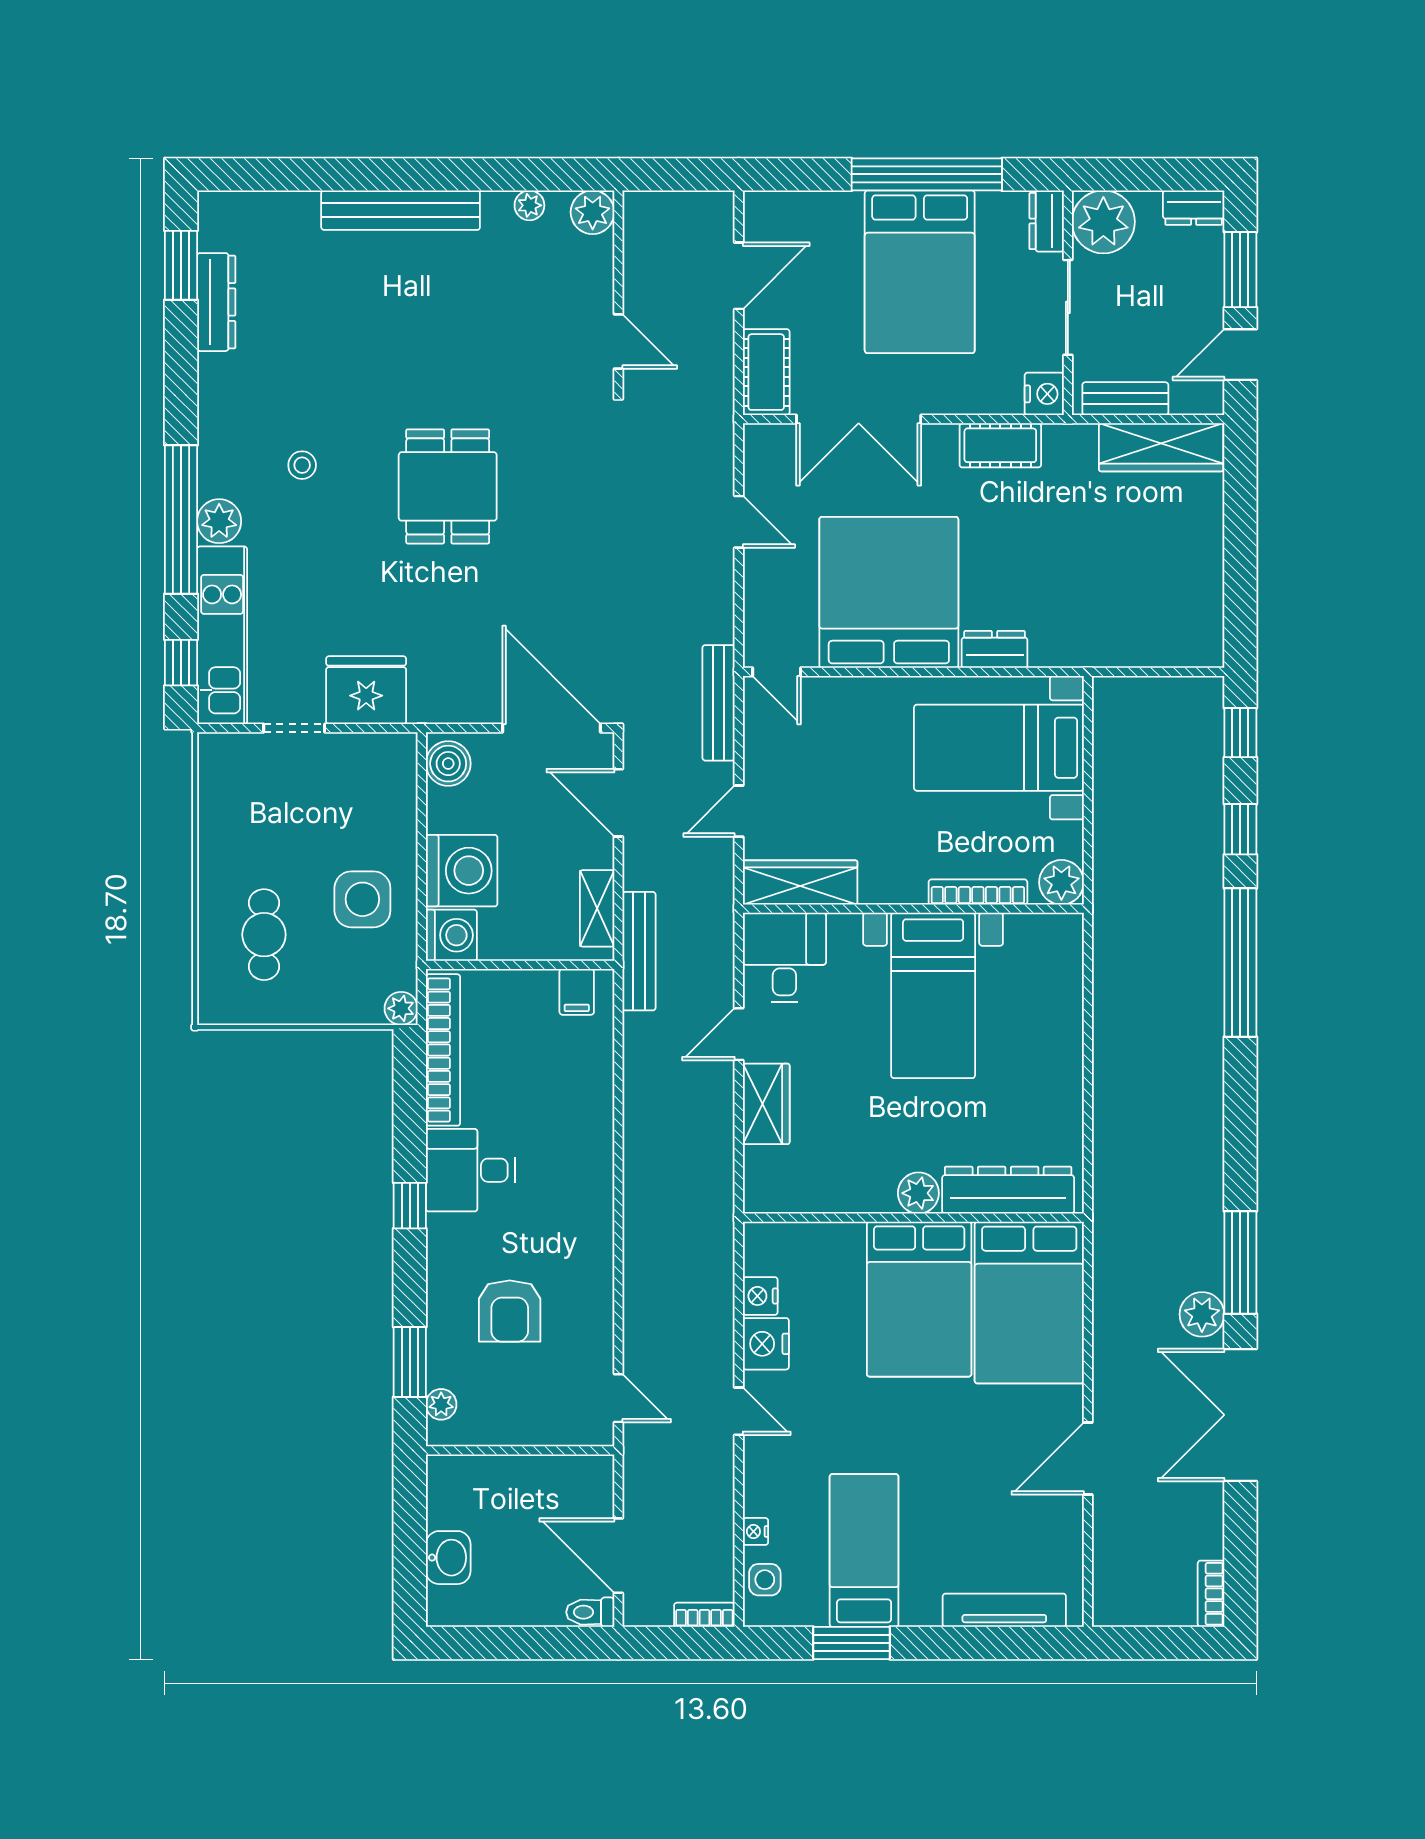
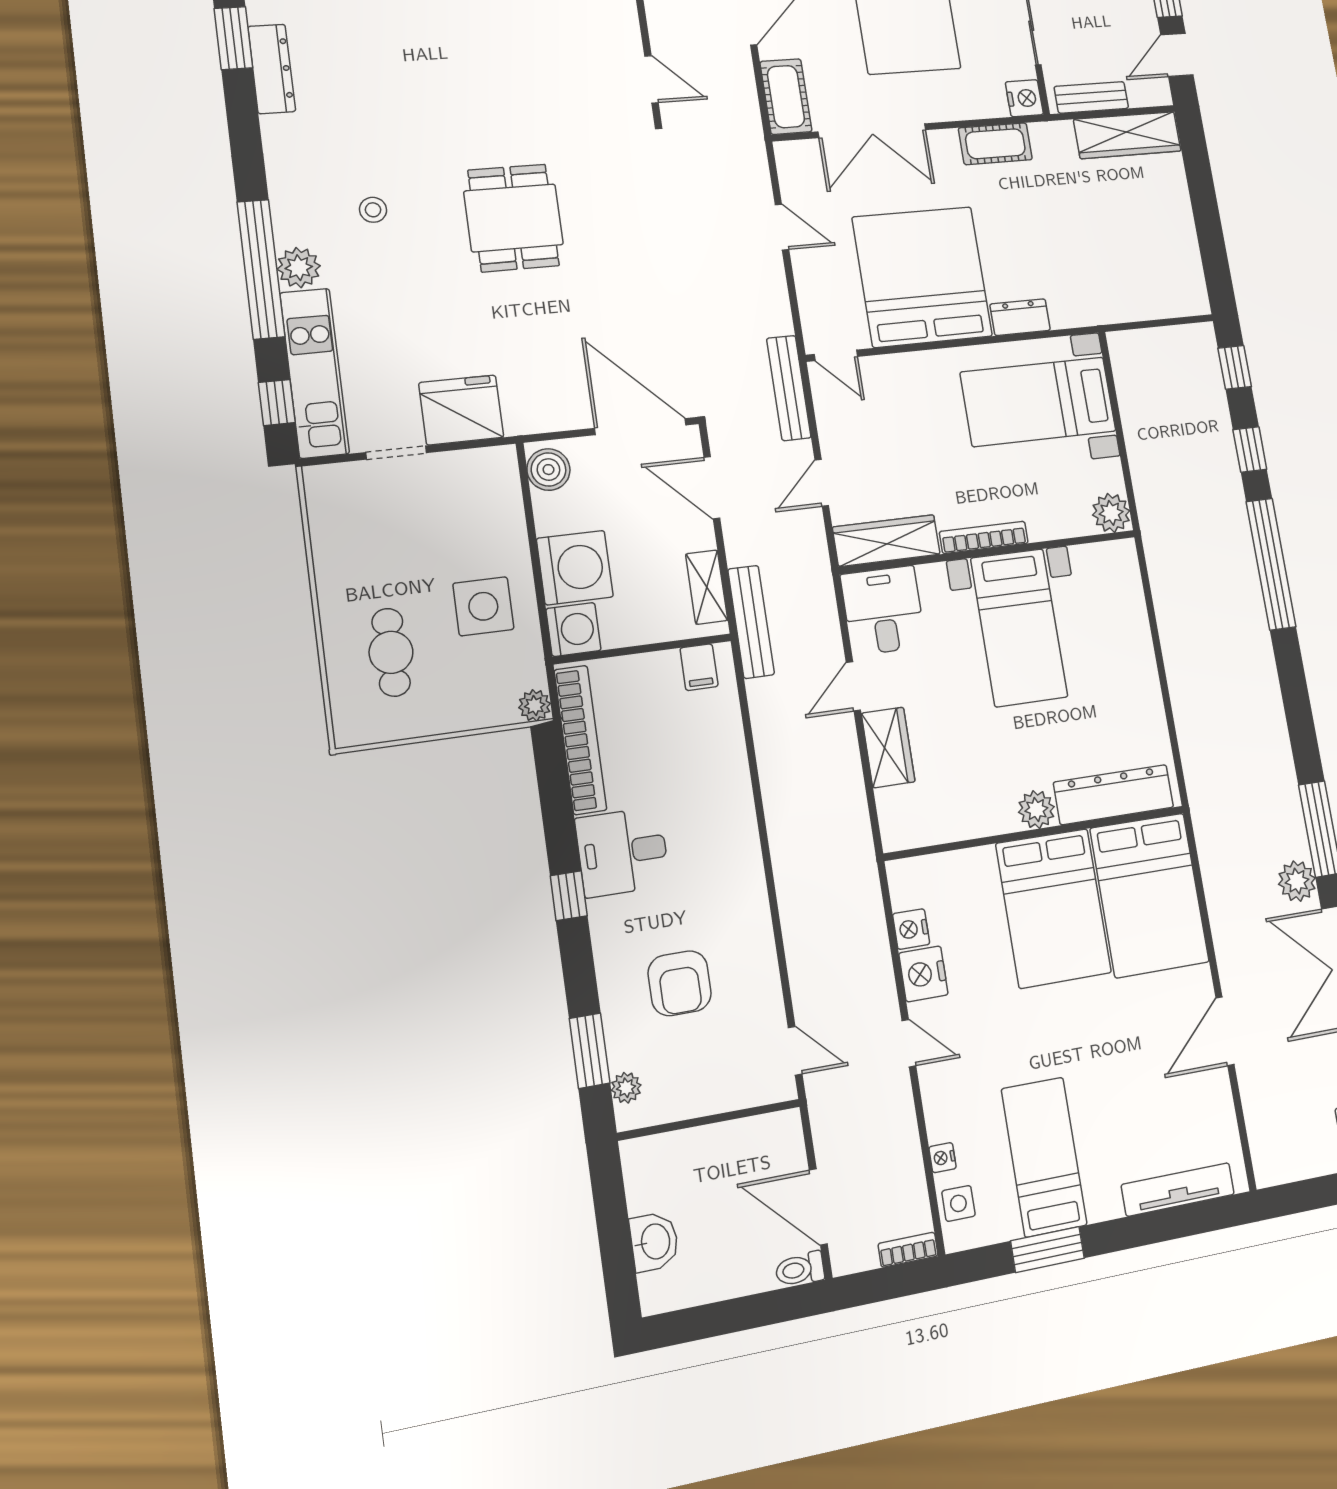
bookcase: (978, 892) -> (984, 537), moved

